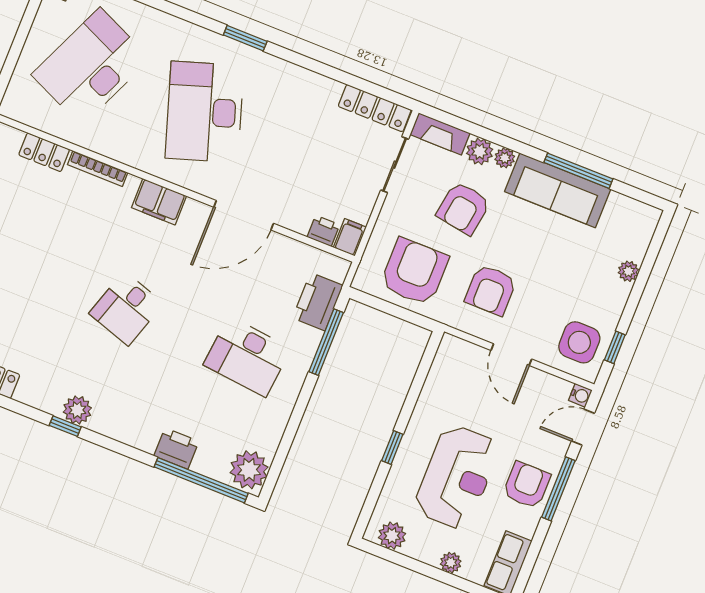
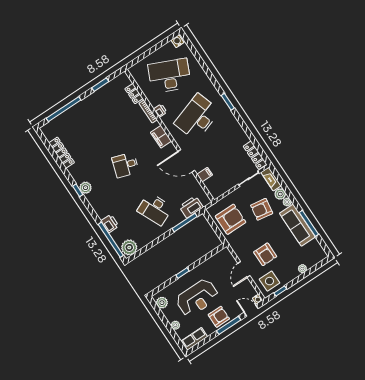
printer: (323, 231) -> (160, 111), moved
filing cabinet: (350, 237) -> (205, 175), moved
armchair: (491, 290) -> (265, 254), moved, turned -90
desk: (247, 357) -> (155, 209), turned -30

